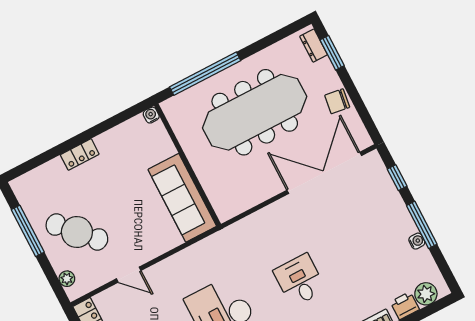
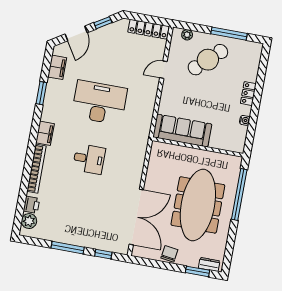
water cooler: (151, 115) -> (245, 120), moved
water cooler: (417, 241) -> (61, 238), removed

